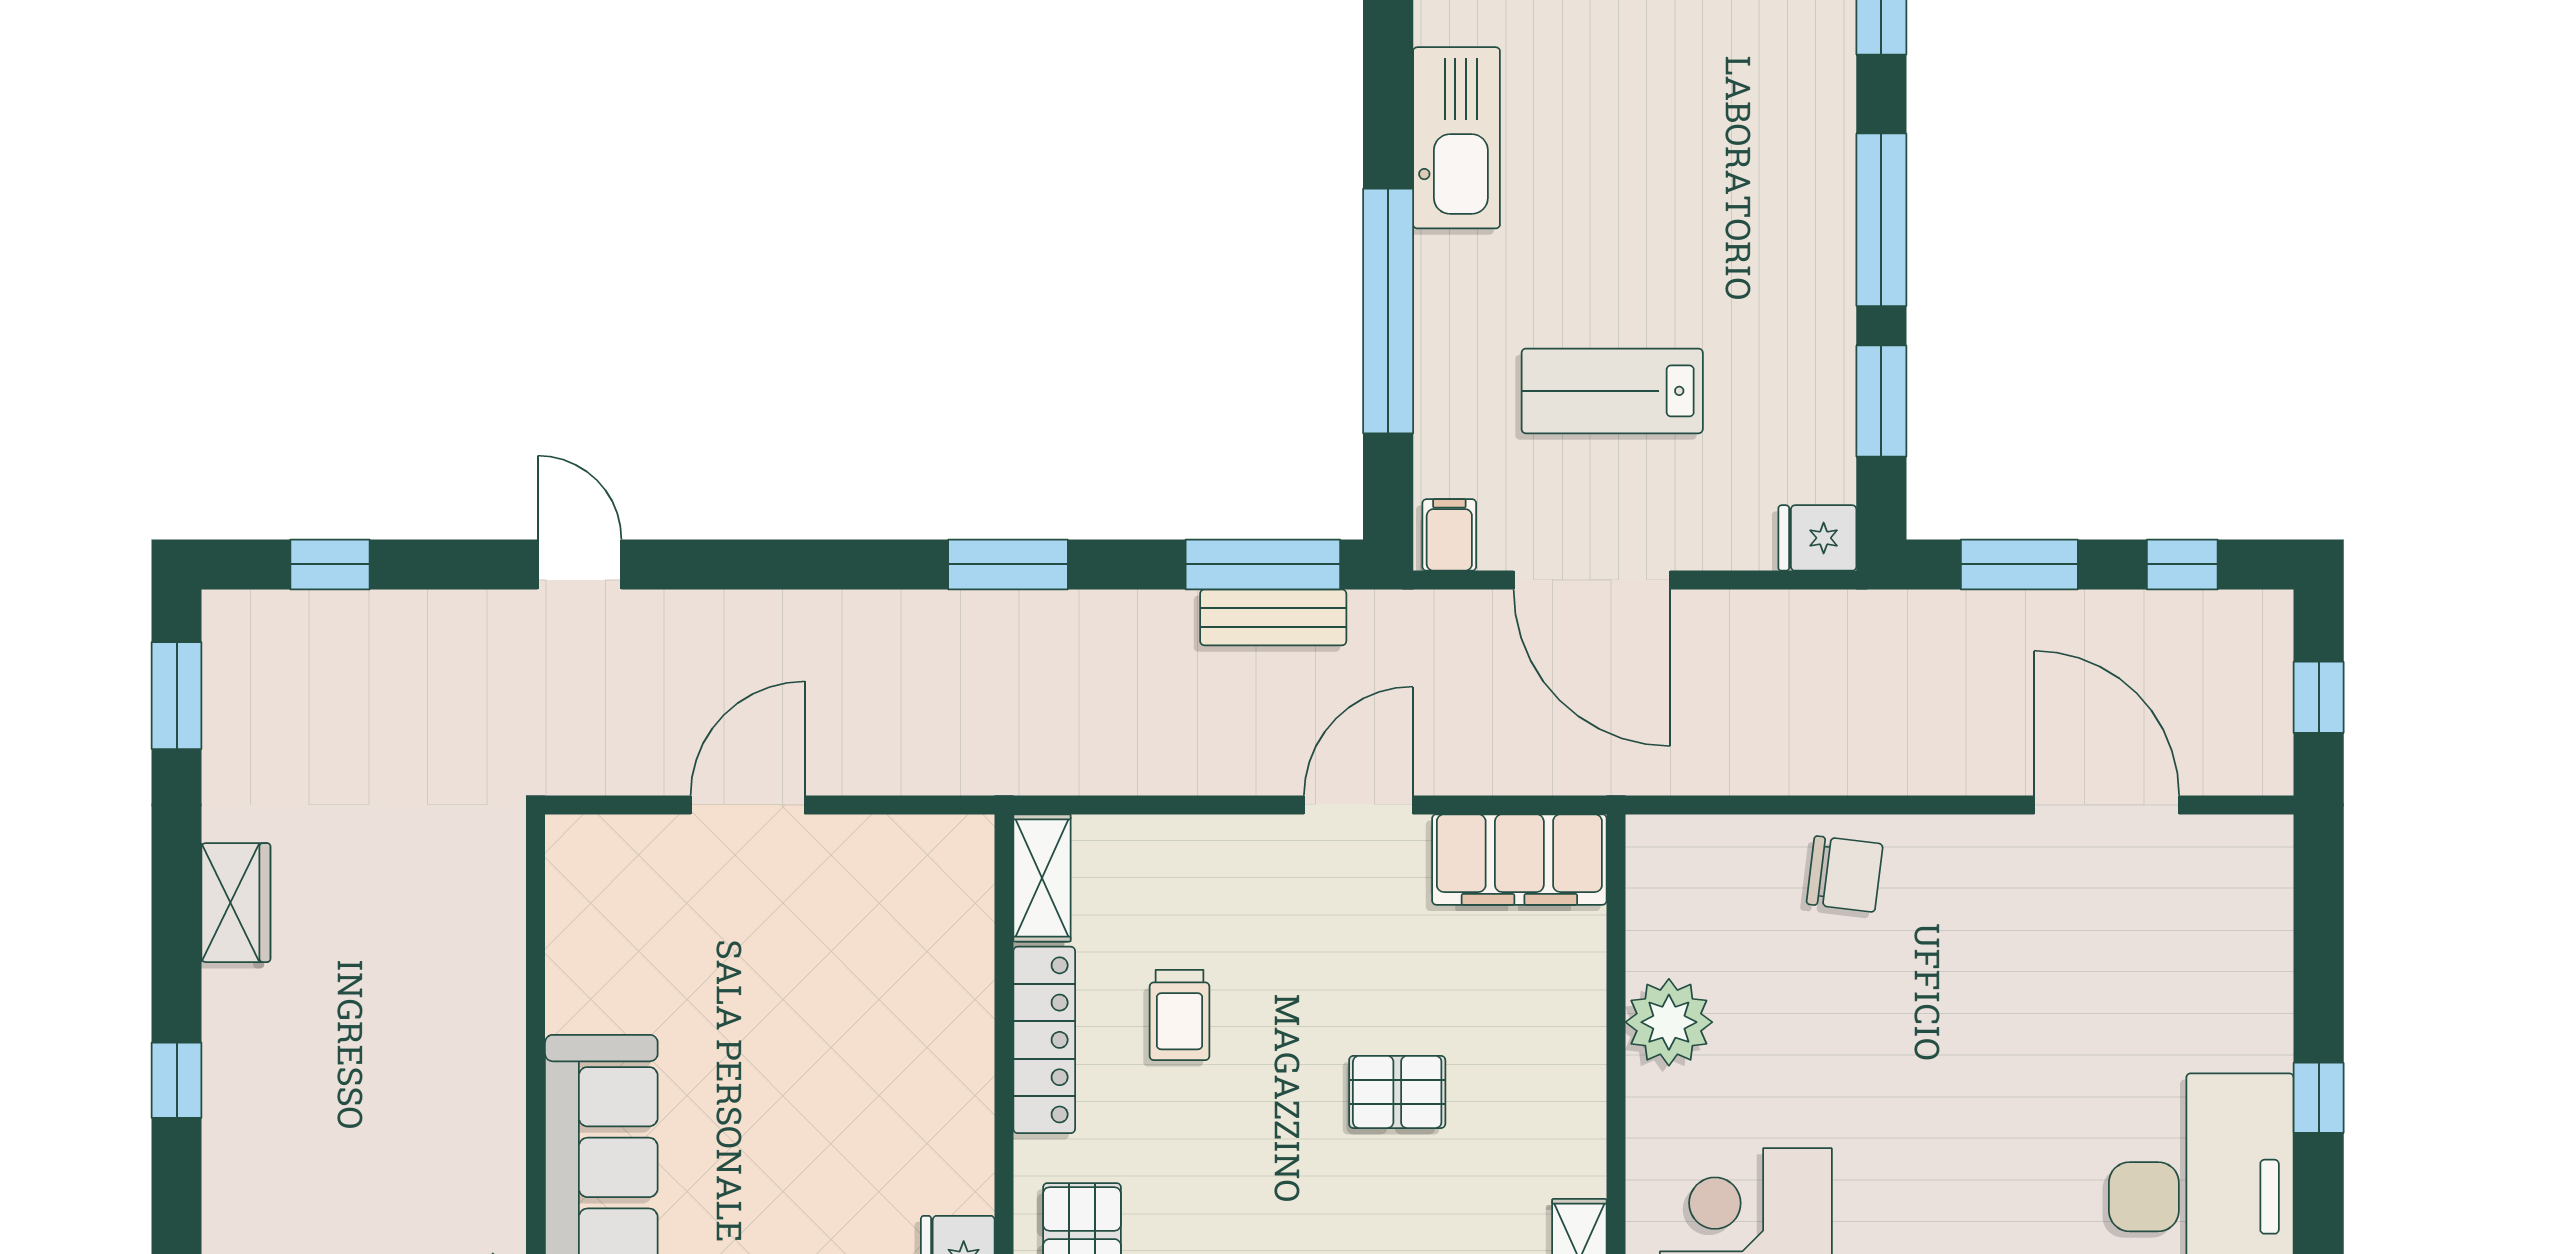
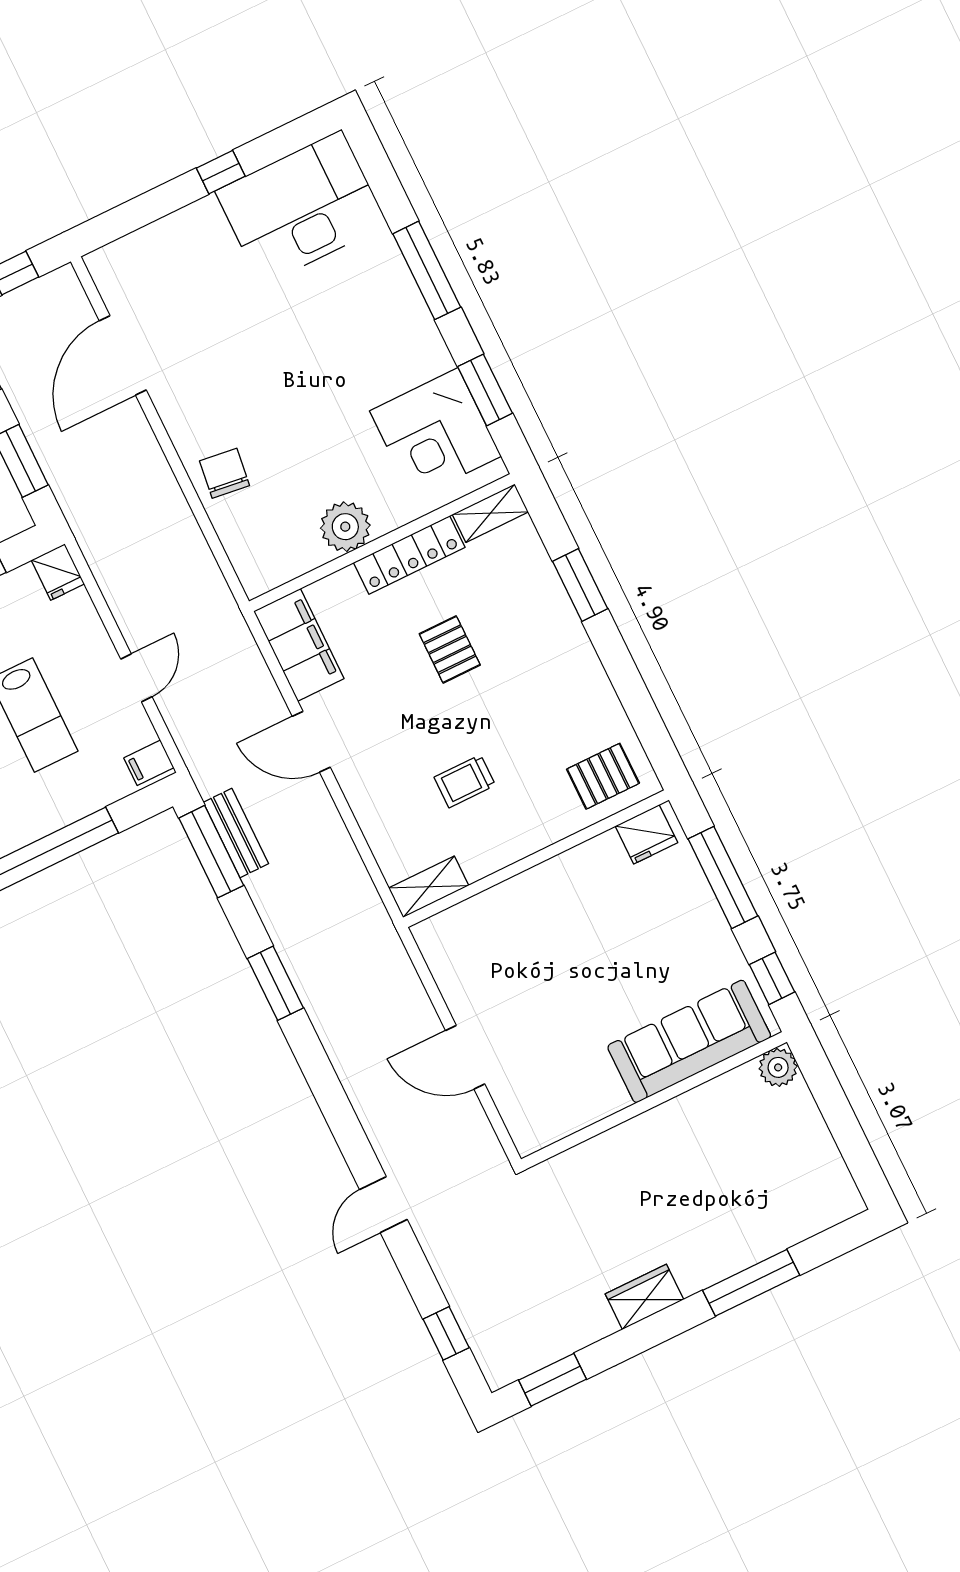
door: (1592, 580) -> (136, 678), width x0.53
trolley: (1180, 1015) -> (465, 781), turned 180
locker: (1044, 1040) -> (409, 555), moved, turned 180
window: (177, 1080) -> (751, 1283), width x2.17

